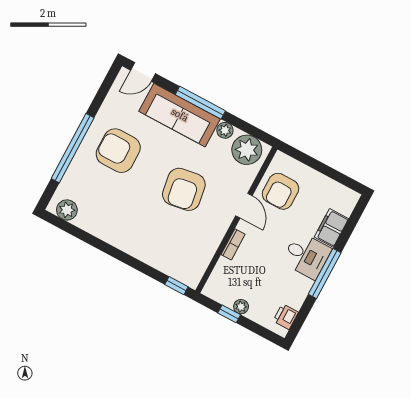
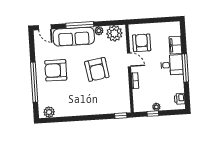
door: (143, 72) -> (45, 27), hinge flipped
armchair: (281, 191) -> (142, 43), turned 180

